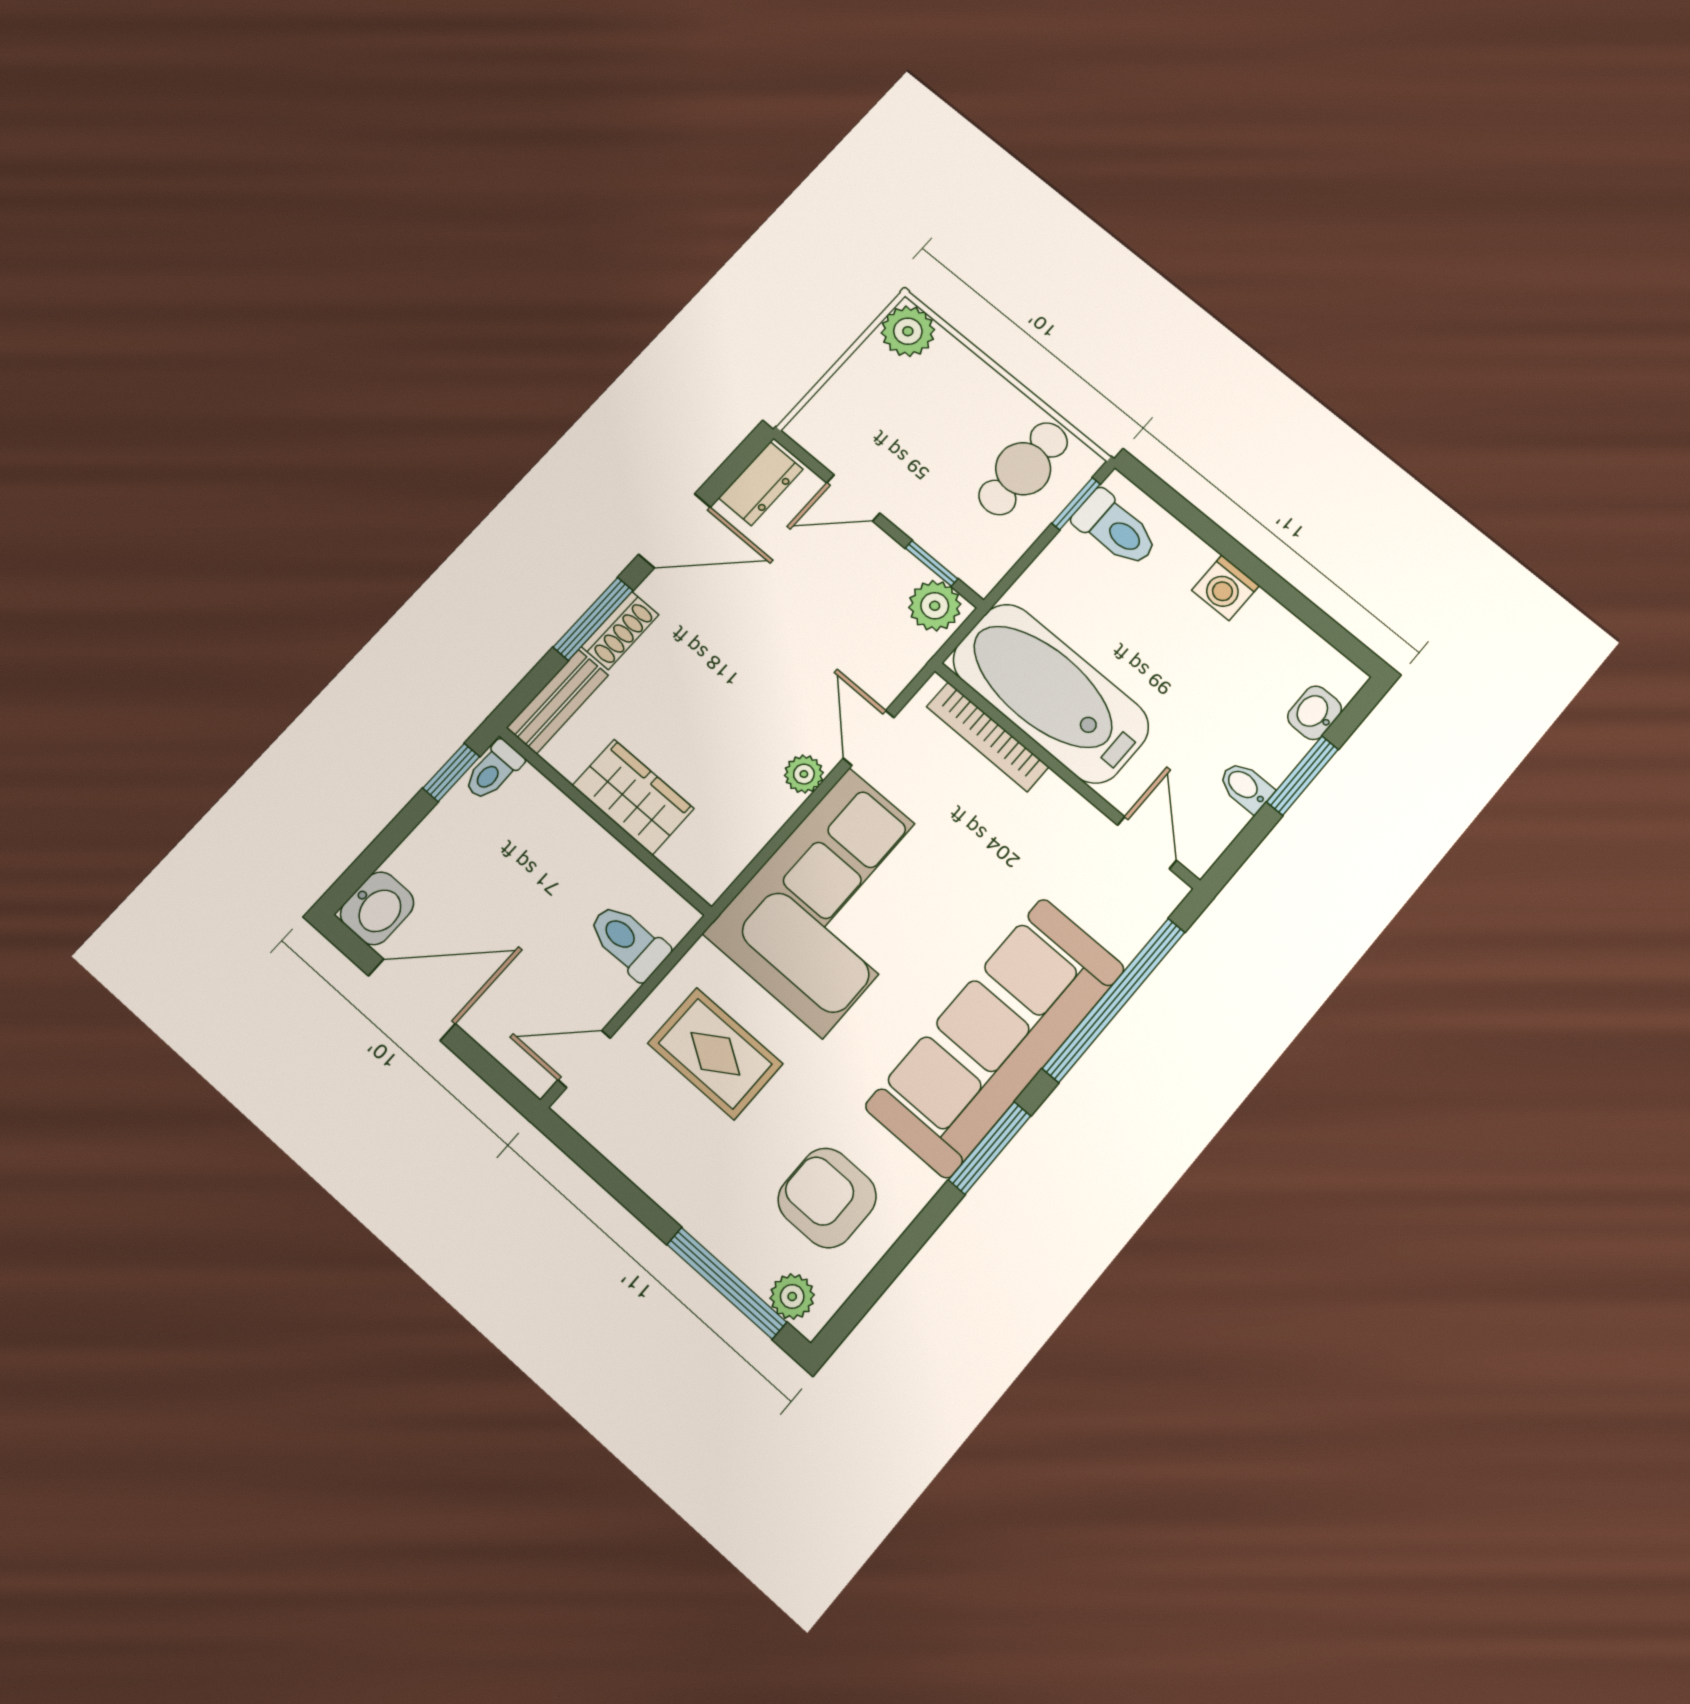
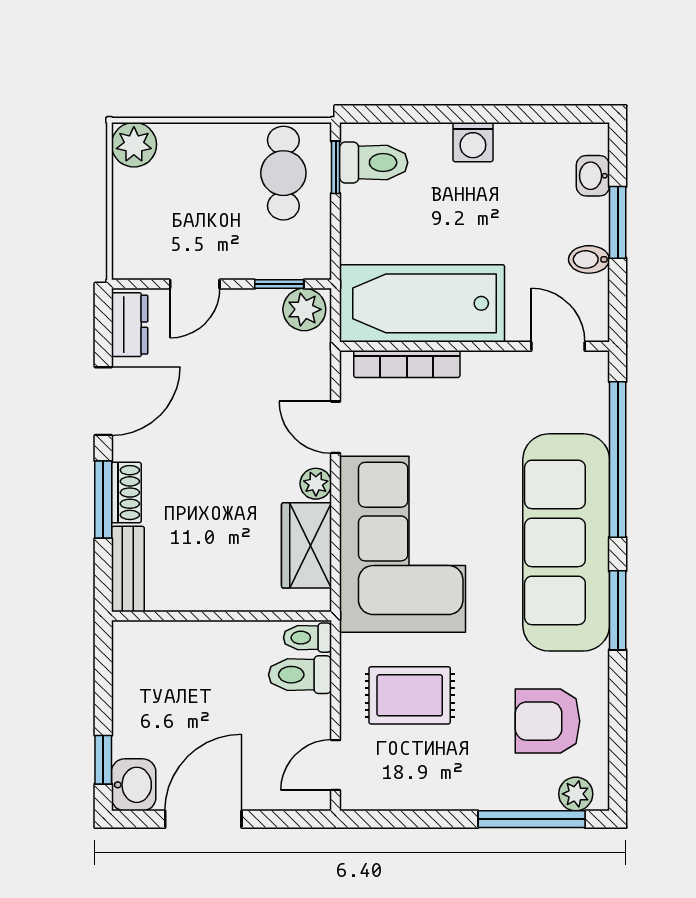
toilet: (493, 771) -> (307, 638), moved, turned 90
window: (451, 772) -> (103, 760), moved
wardrobe: (633, 797) -> (307, 545), moved, turned -90

